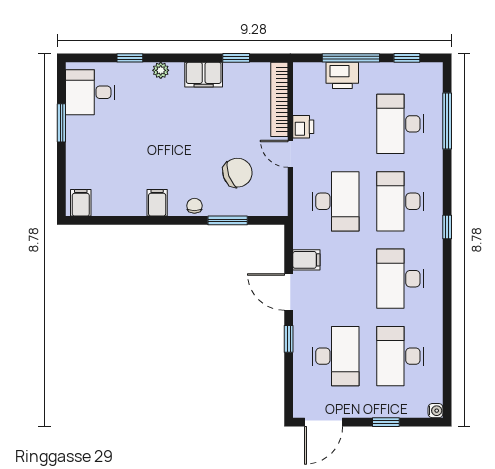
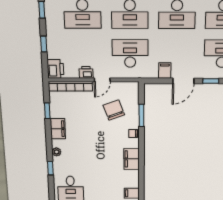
window: (351, 58) -> (44, 44), width x0.46
printer: (342, 75) -> (55, 69), moved
filing cabinet: (157, 203) -> (132, 159), width x2.00

